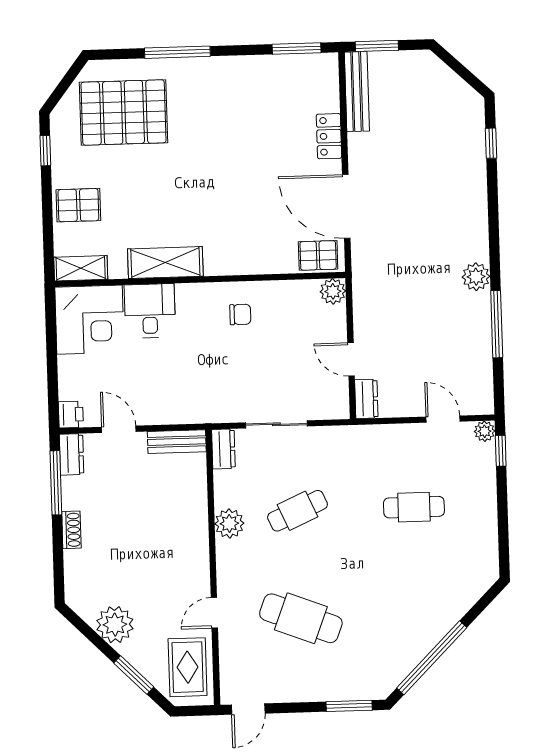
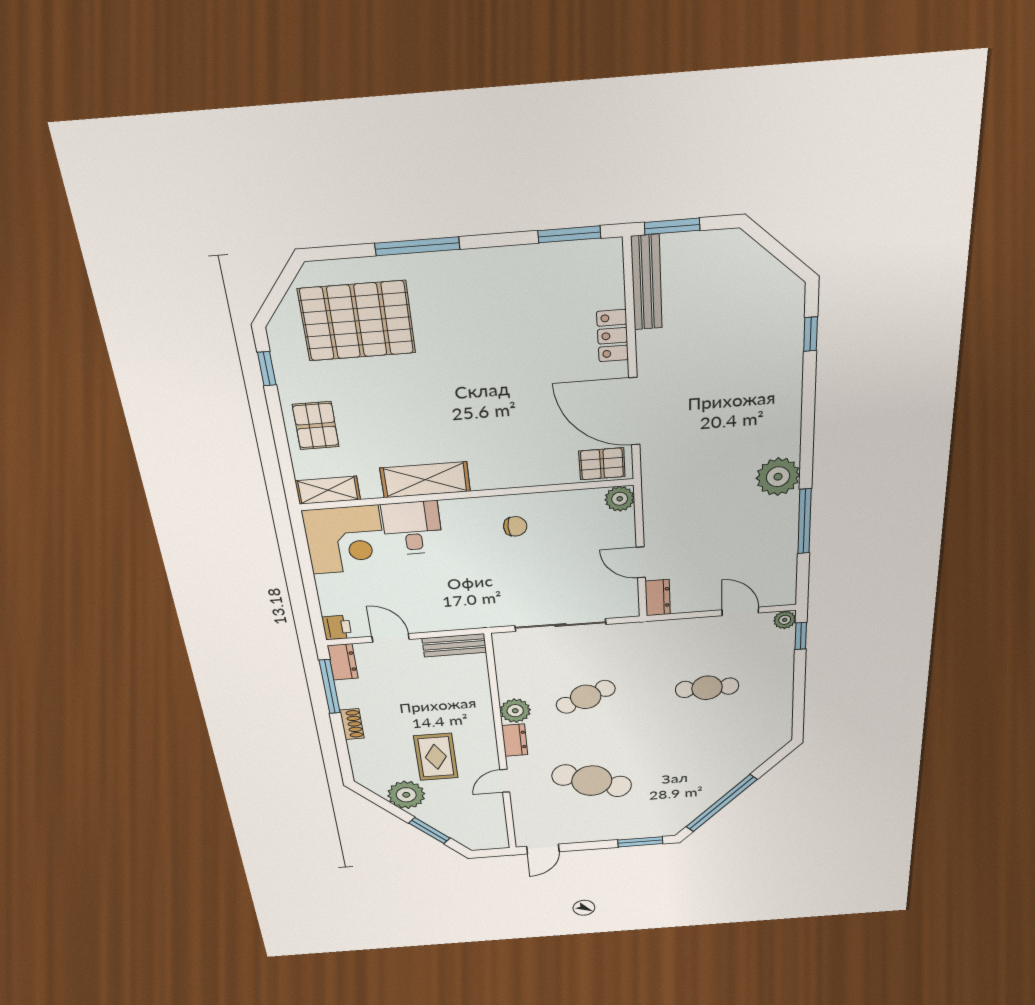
pallet: (78, 205) -> (316, 426), turned 90
plant: (476, 277) -> (778, 477), width x1.36, depth x1.36
sliding door: (276, 424) -> (560, 625), width x1.37
dresser: (223, 449) -> (515, 740), moved
rug: (188, 667) -> (436, 757), moved

